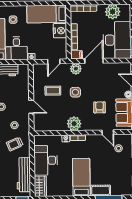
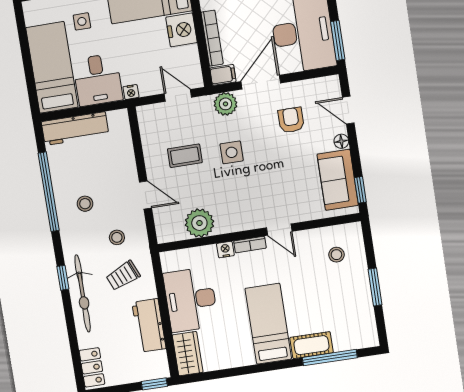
door: (54, 61) -> (178, 95), swing flipped
armchair: (100, 107) -> (291, 120), moved
plant: (74, 124) -> (199, 223), moved
door: (108, 132) -> (279, 230), moved
workbench: (24, 175) -> (149, 325), width x0.73

